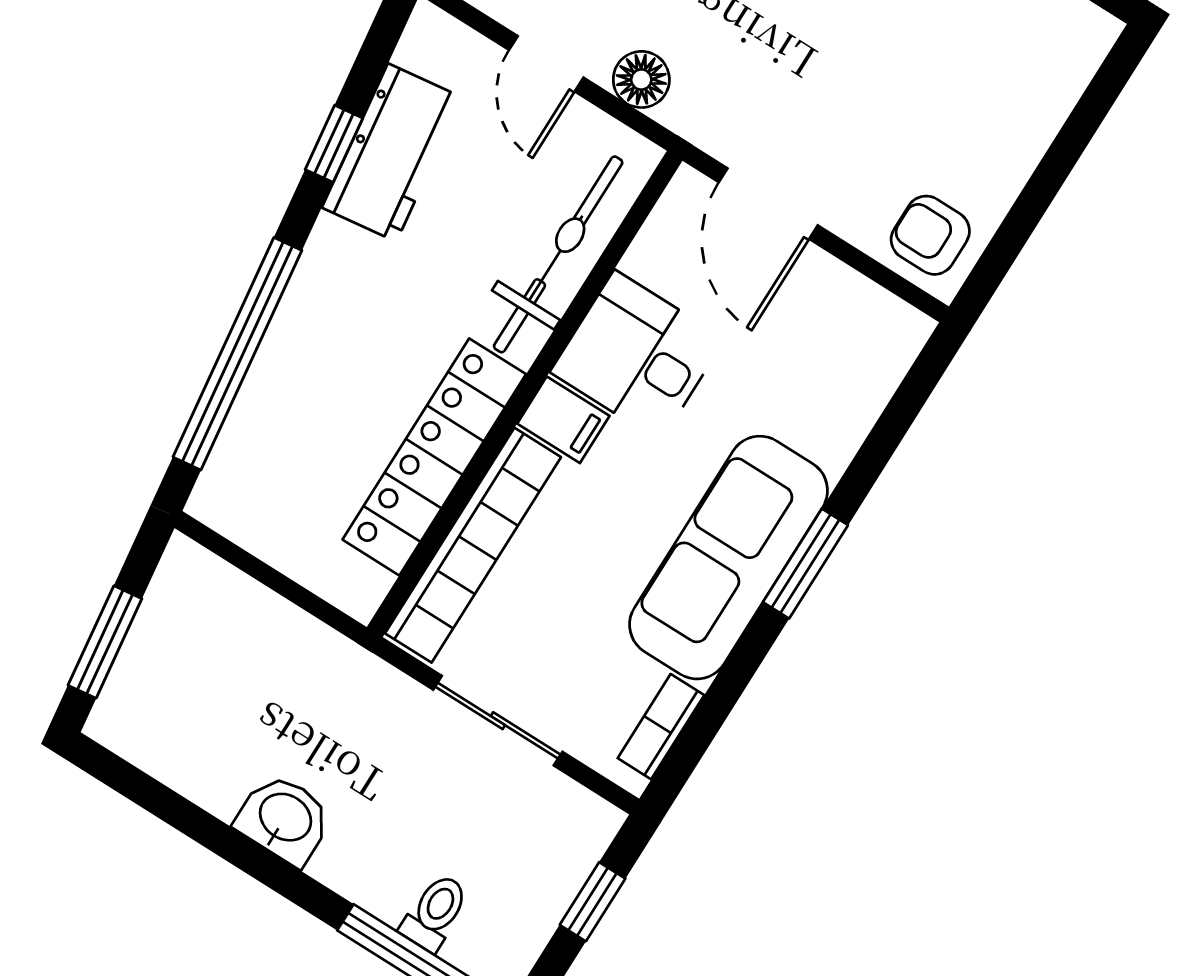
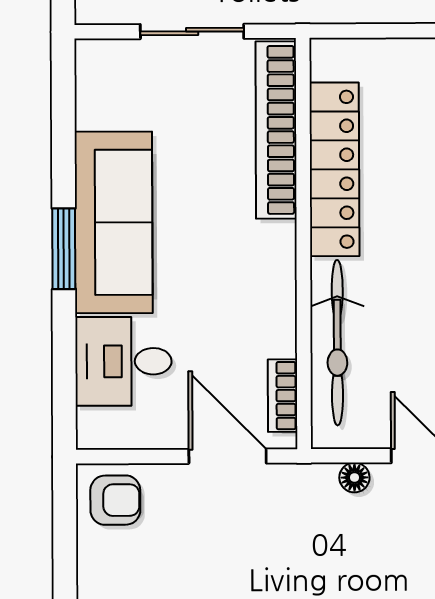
floor lamp: (641, 79) -> (354, 477), width x0.73, depth x0.73
desk: (637, 356) -> (123, 361), moved, turned 180
filing cabinet: (563, 420) -> (269, 243), removed
bookcase: (661, 727) -> (283, 396), moved, turned 180

